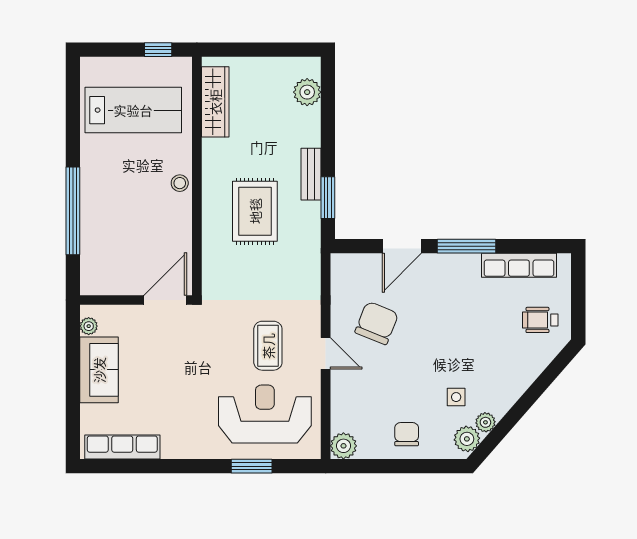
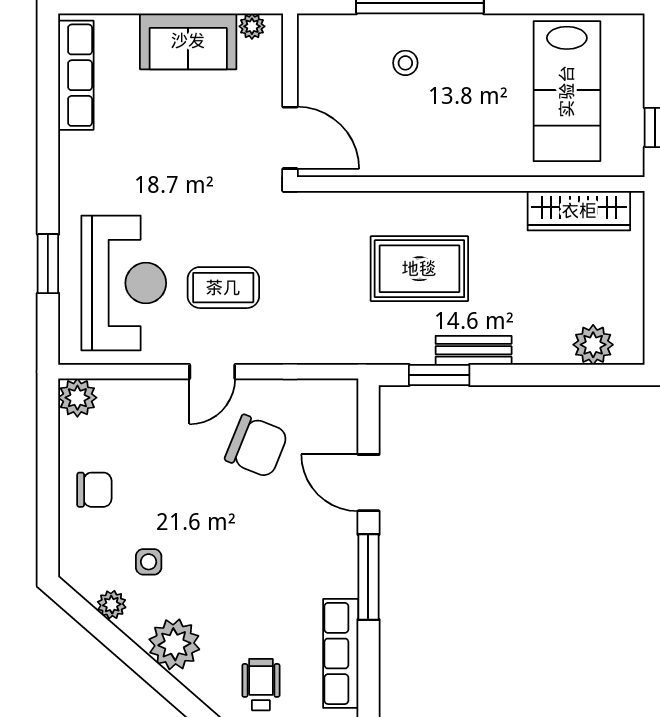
stool: (180, 183) -> (405, 63), moved
plant: (467, 439) -> (174, 644), moved, width x1.36, depth x1.36

